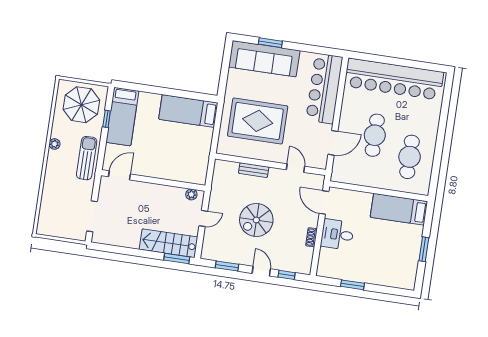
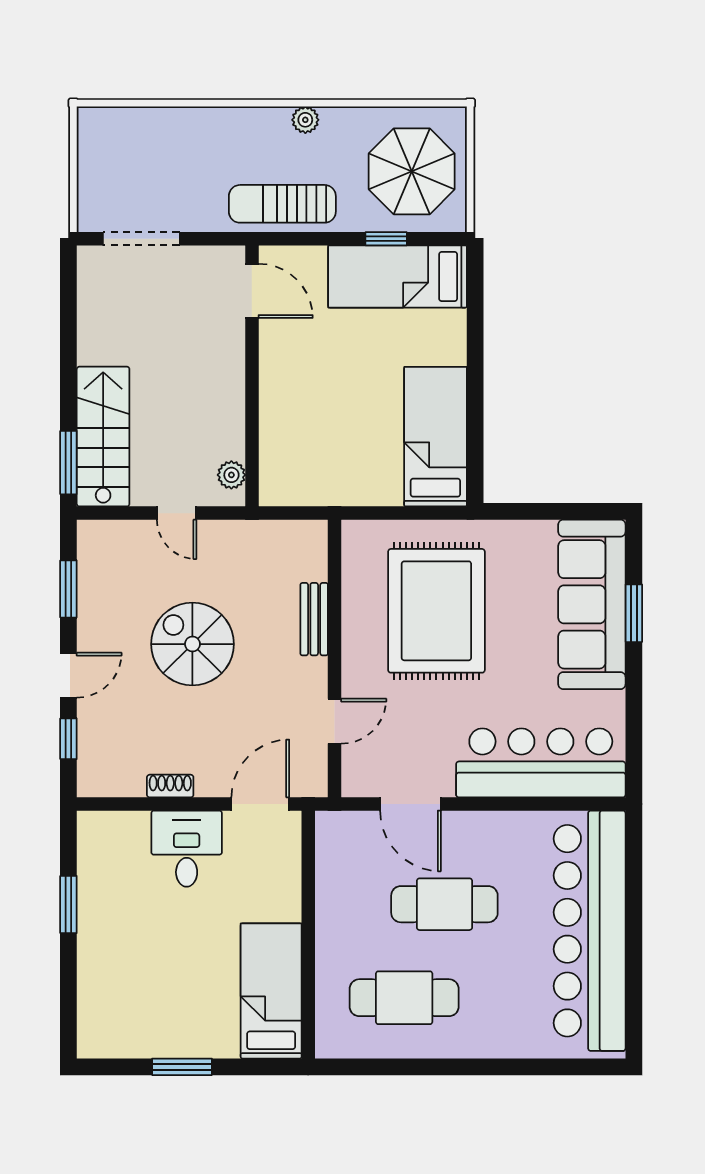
sun lounger: (87, 158) -> (282, 204), turned 180

